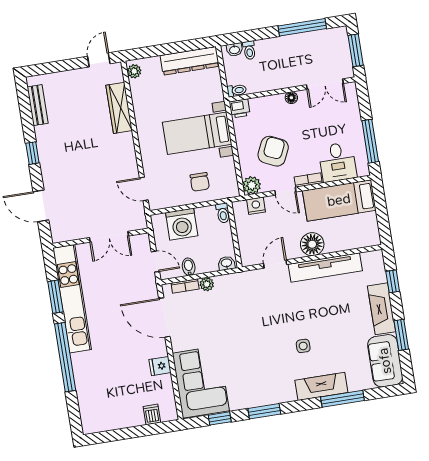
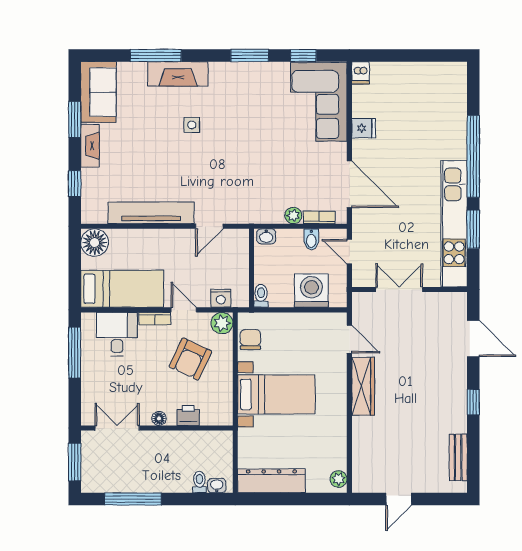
door: (99, 60) -> (399, 499), moved
toilet: (237, 90) -> (222, 437), removed
wardrobe: (119, 108) -> (363, 386), moved
printer: (240, 108) -> (188, 416), moved
chair: (200, 182) -> (250, 340), moved
floor lamp: (312, 244) -> (95, 243), moved
fireplace: (381, 309) -> (90, 146), width x0.73, depth x0.76
dishwasher: (152, 414) -> (361, 73), moved

